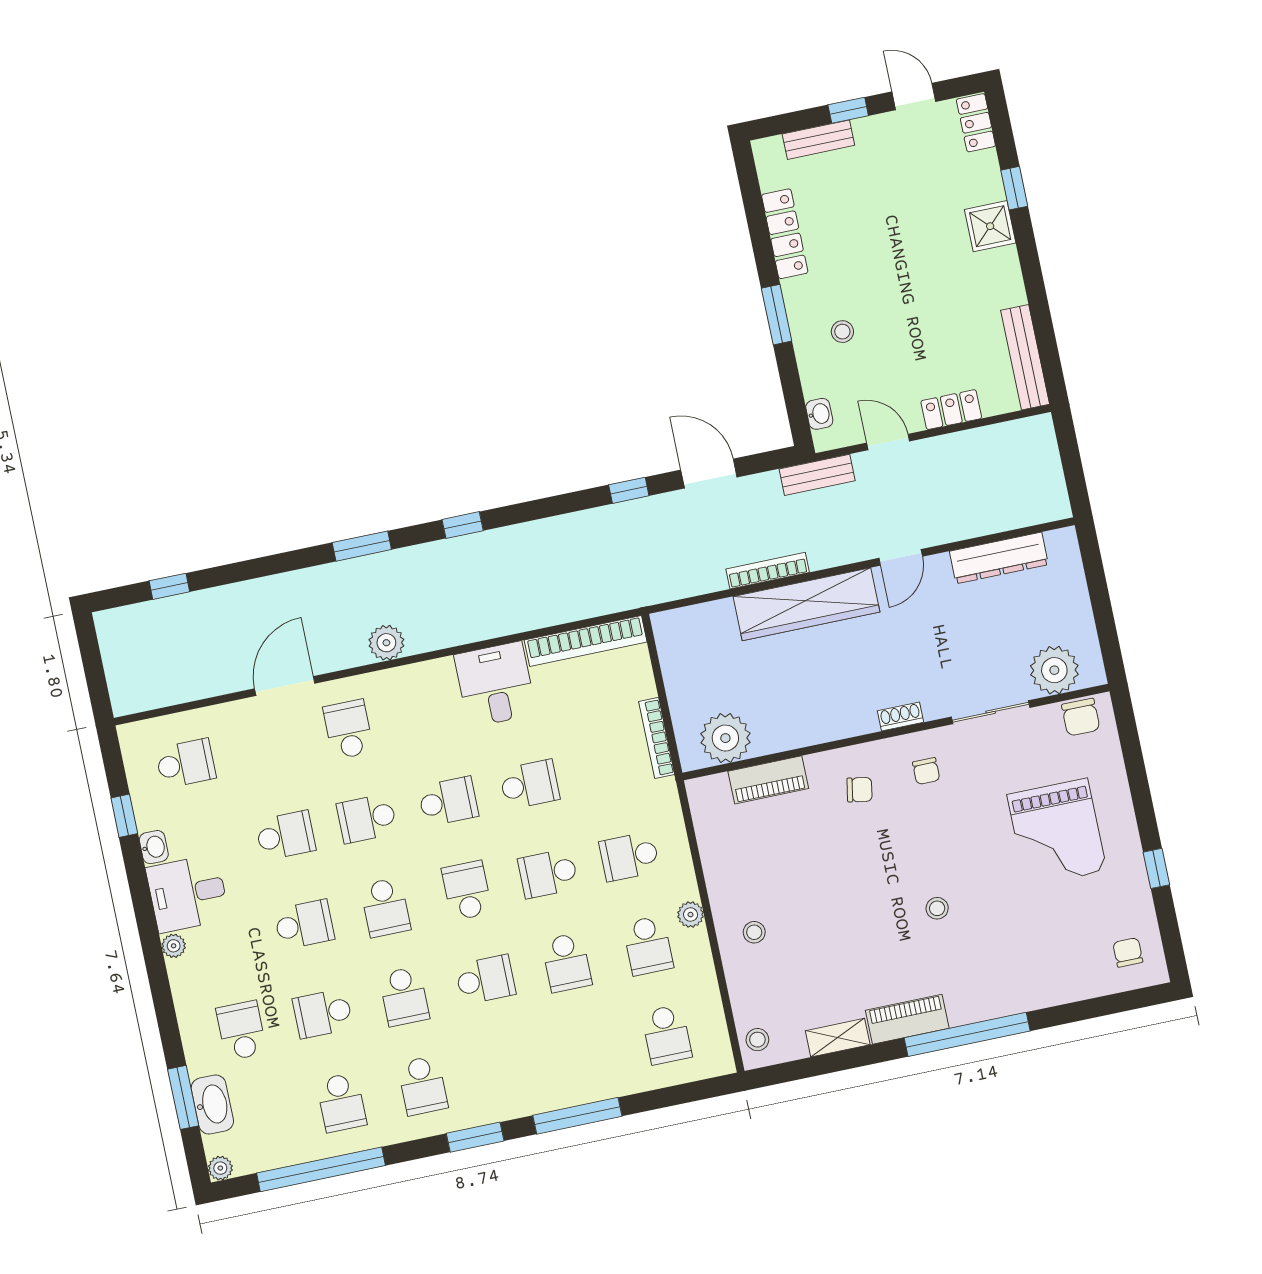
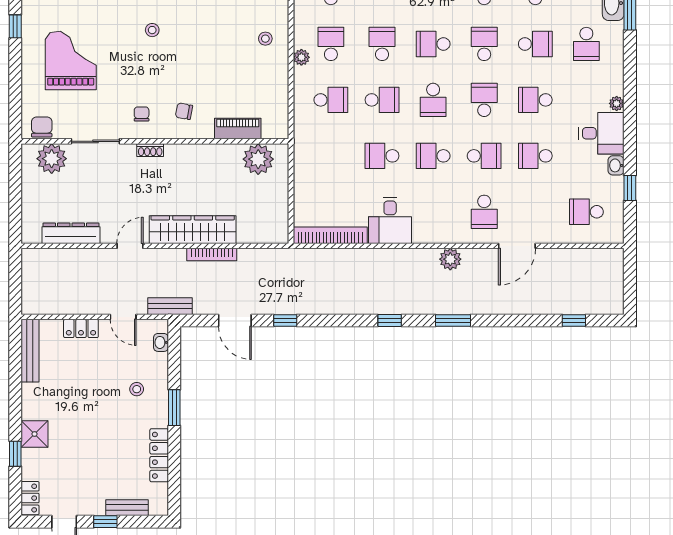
bookcase: (657, 738) -> (300, 168), removed

